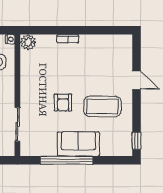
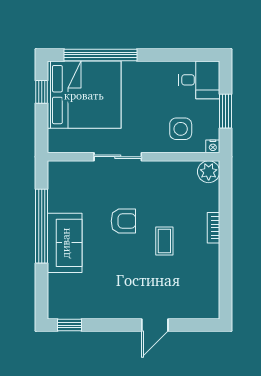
armchair: (63, 102) -> (123, 221), turned 180
coffee table: (102, 106) -> (164, 241), moved, width x0.54, depth x0.58
sliding door: (17, 125) -> (118, 157), moved

